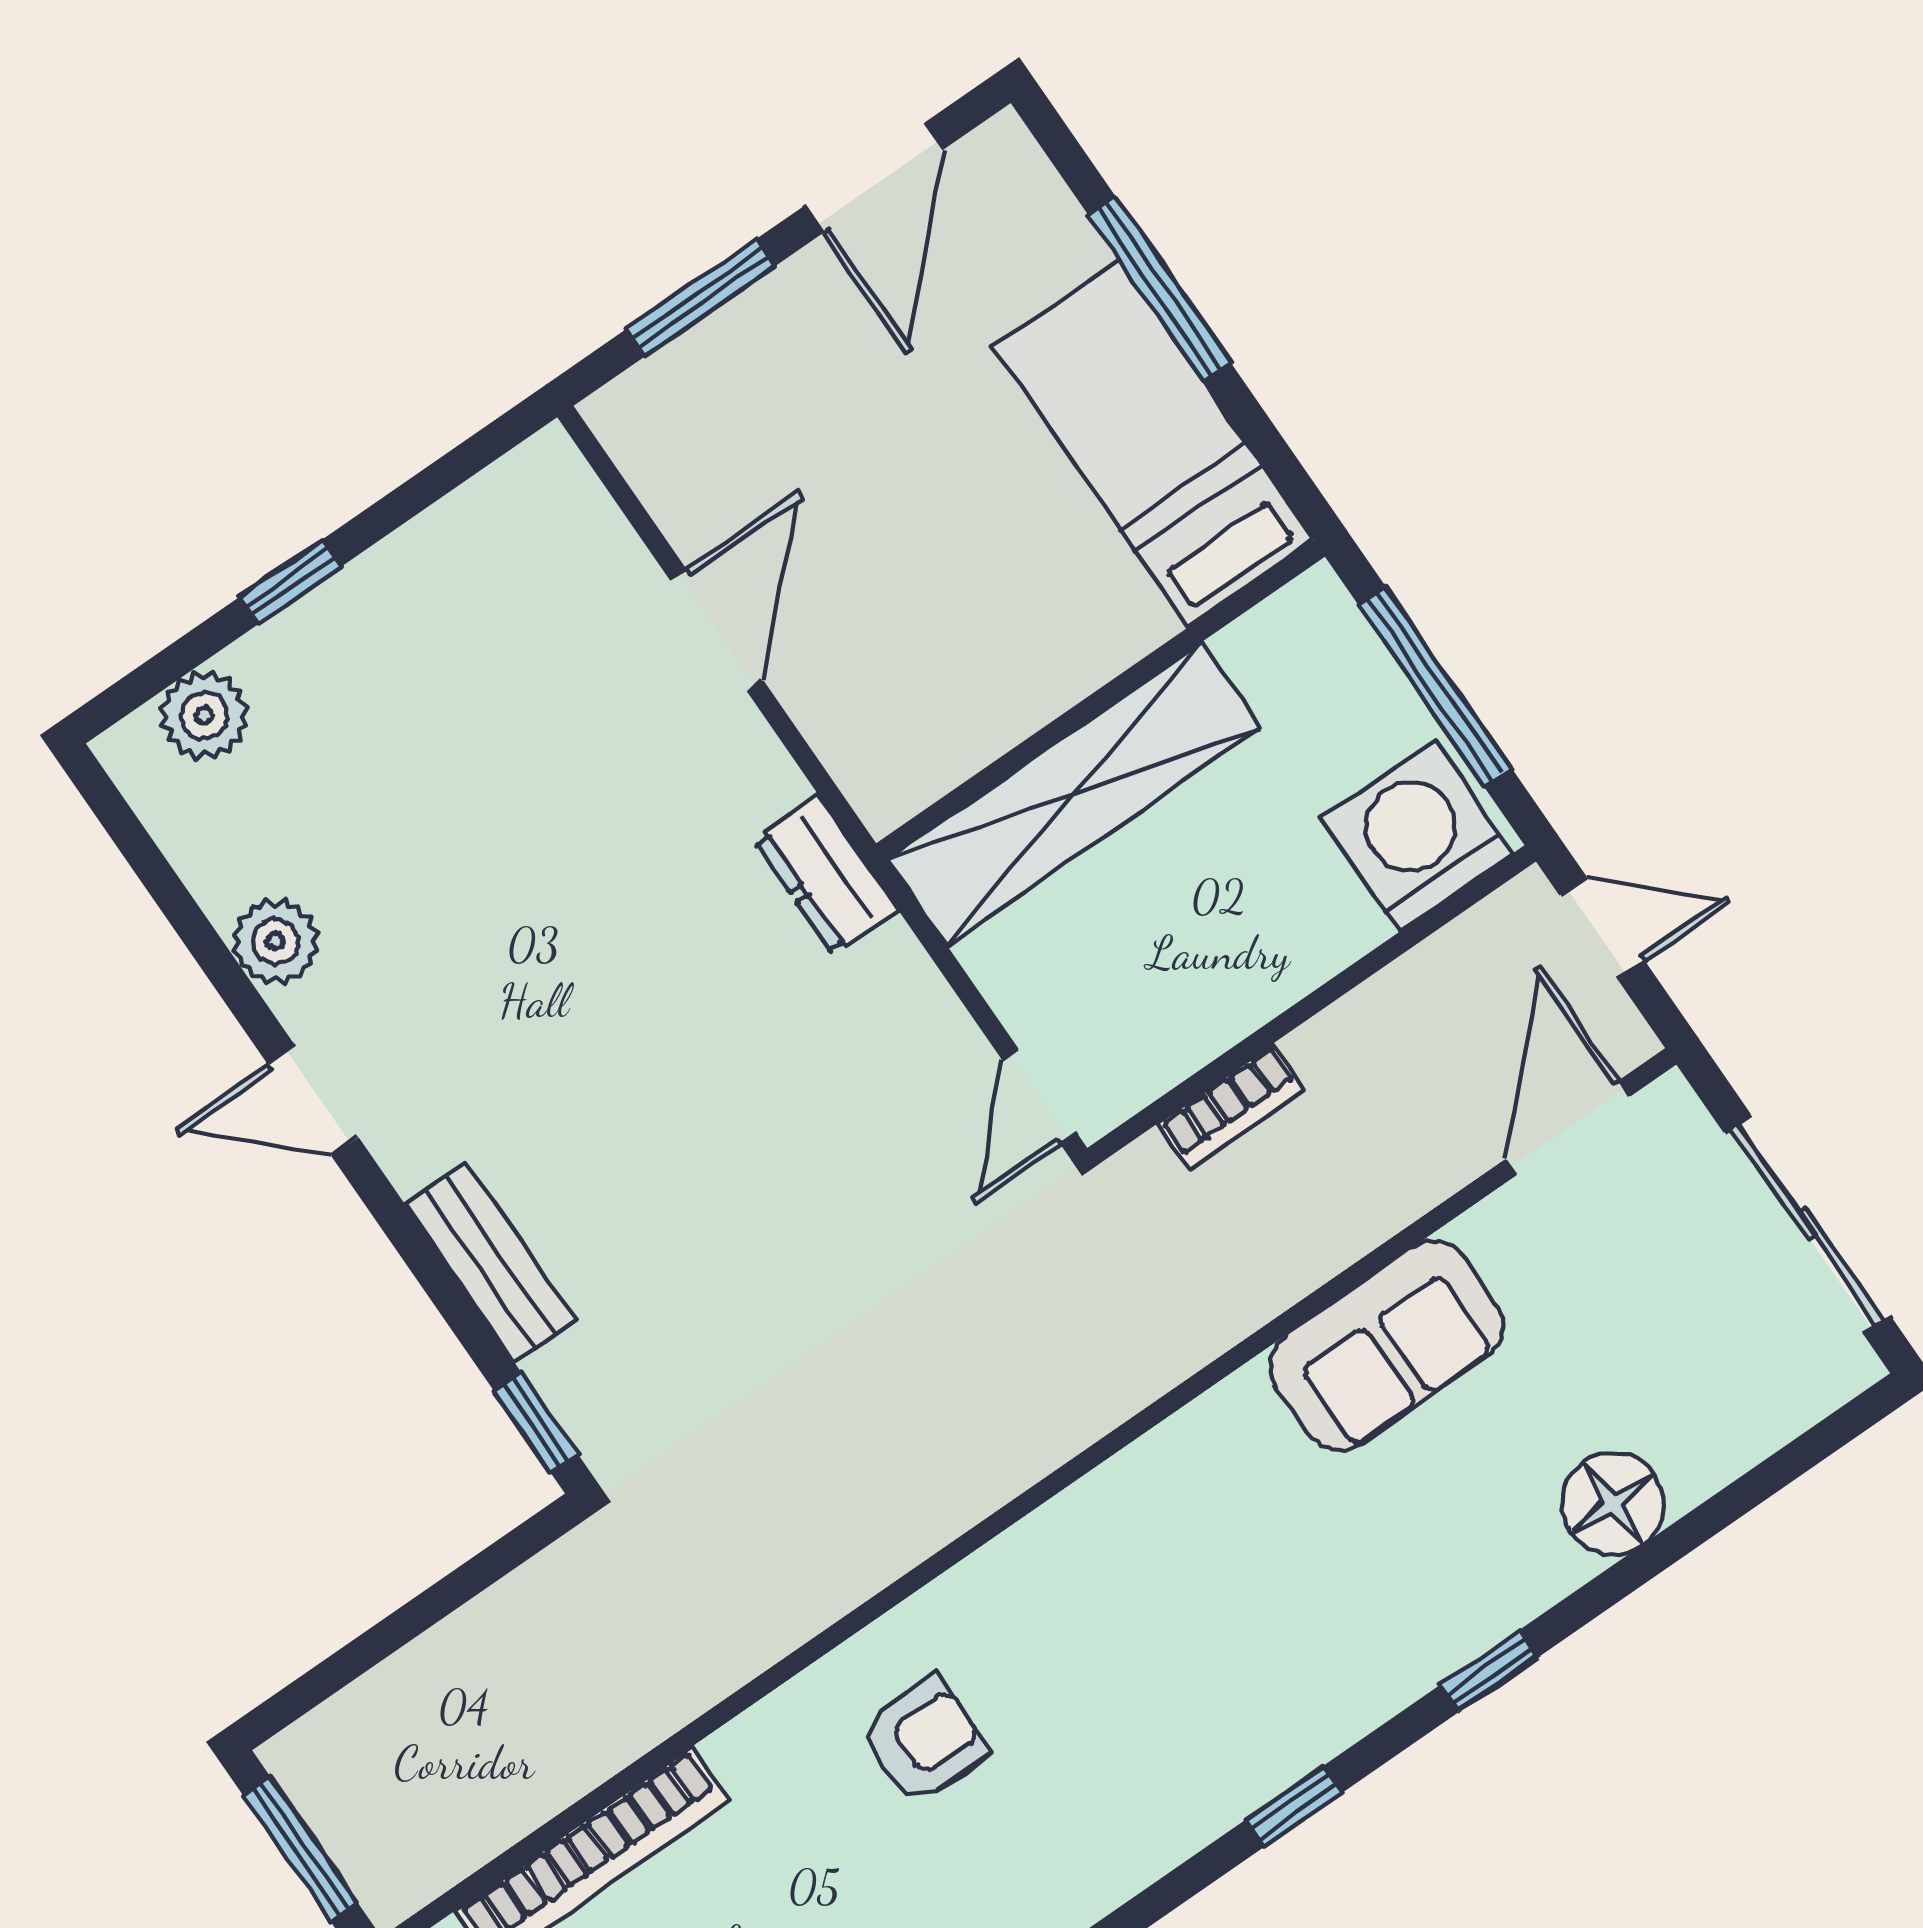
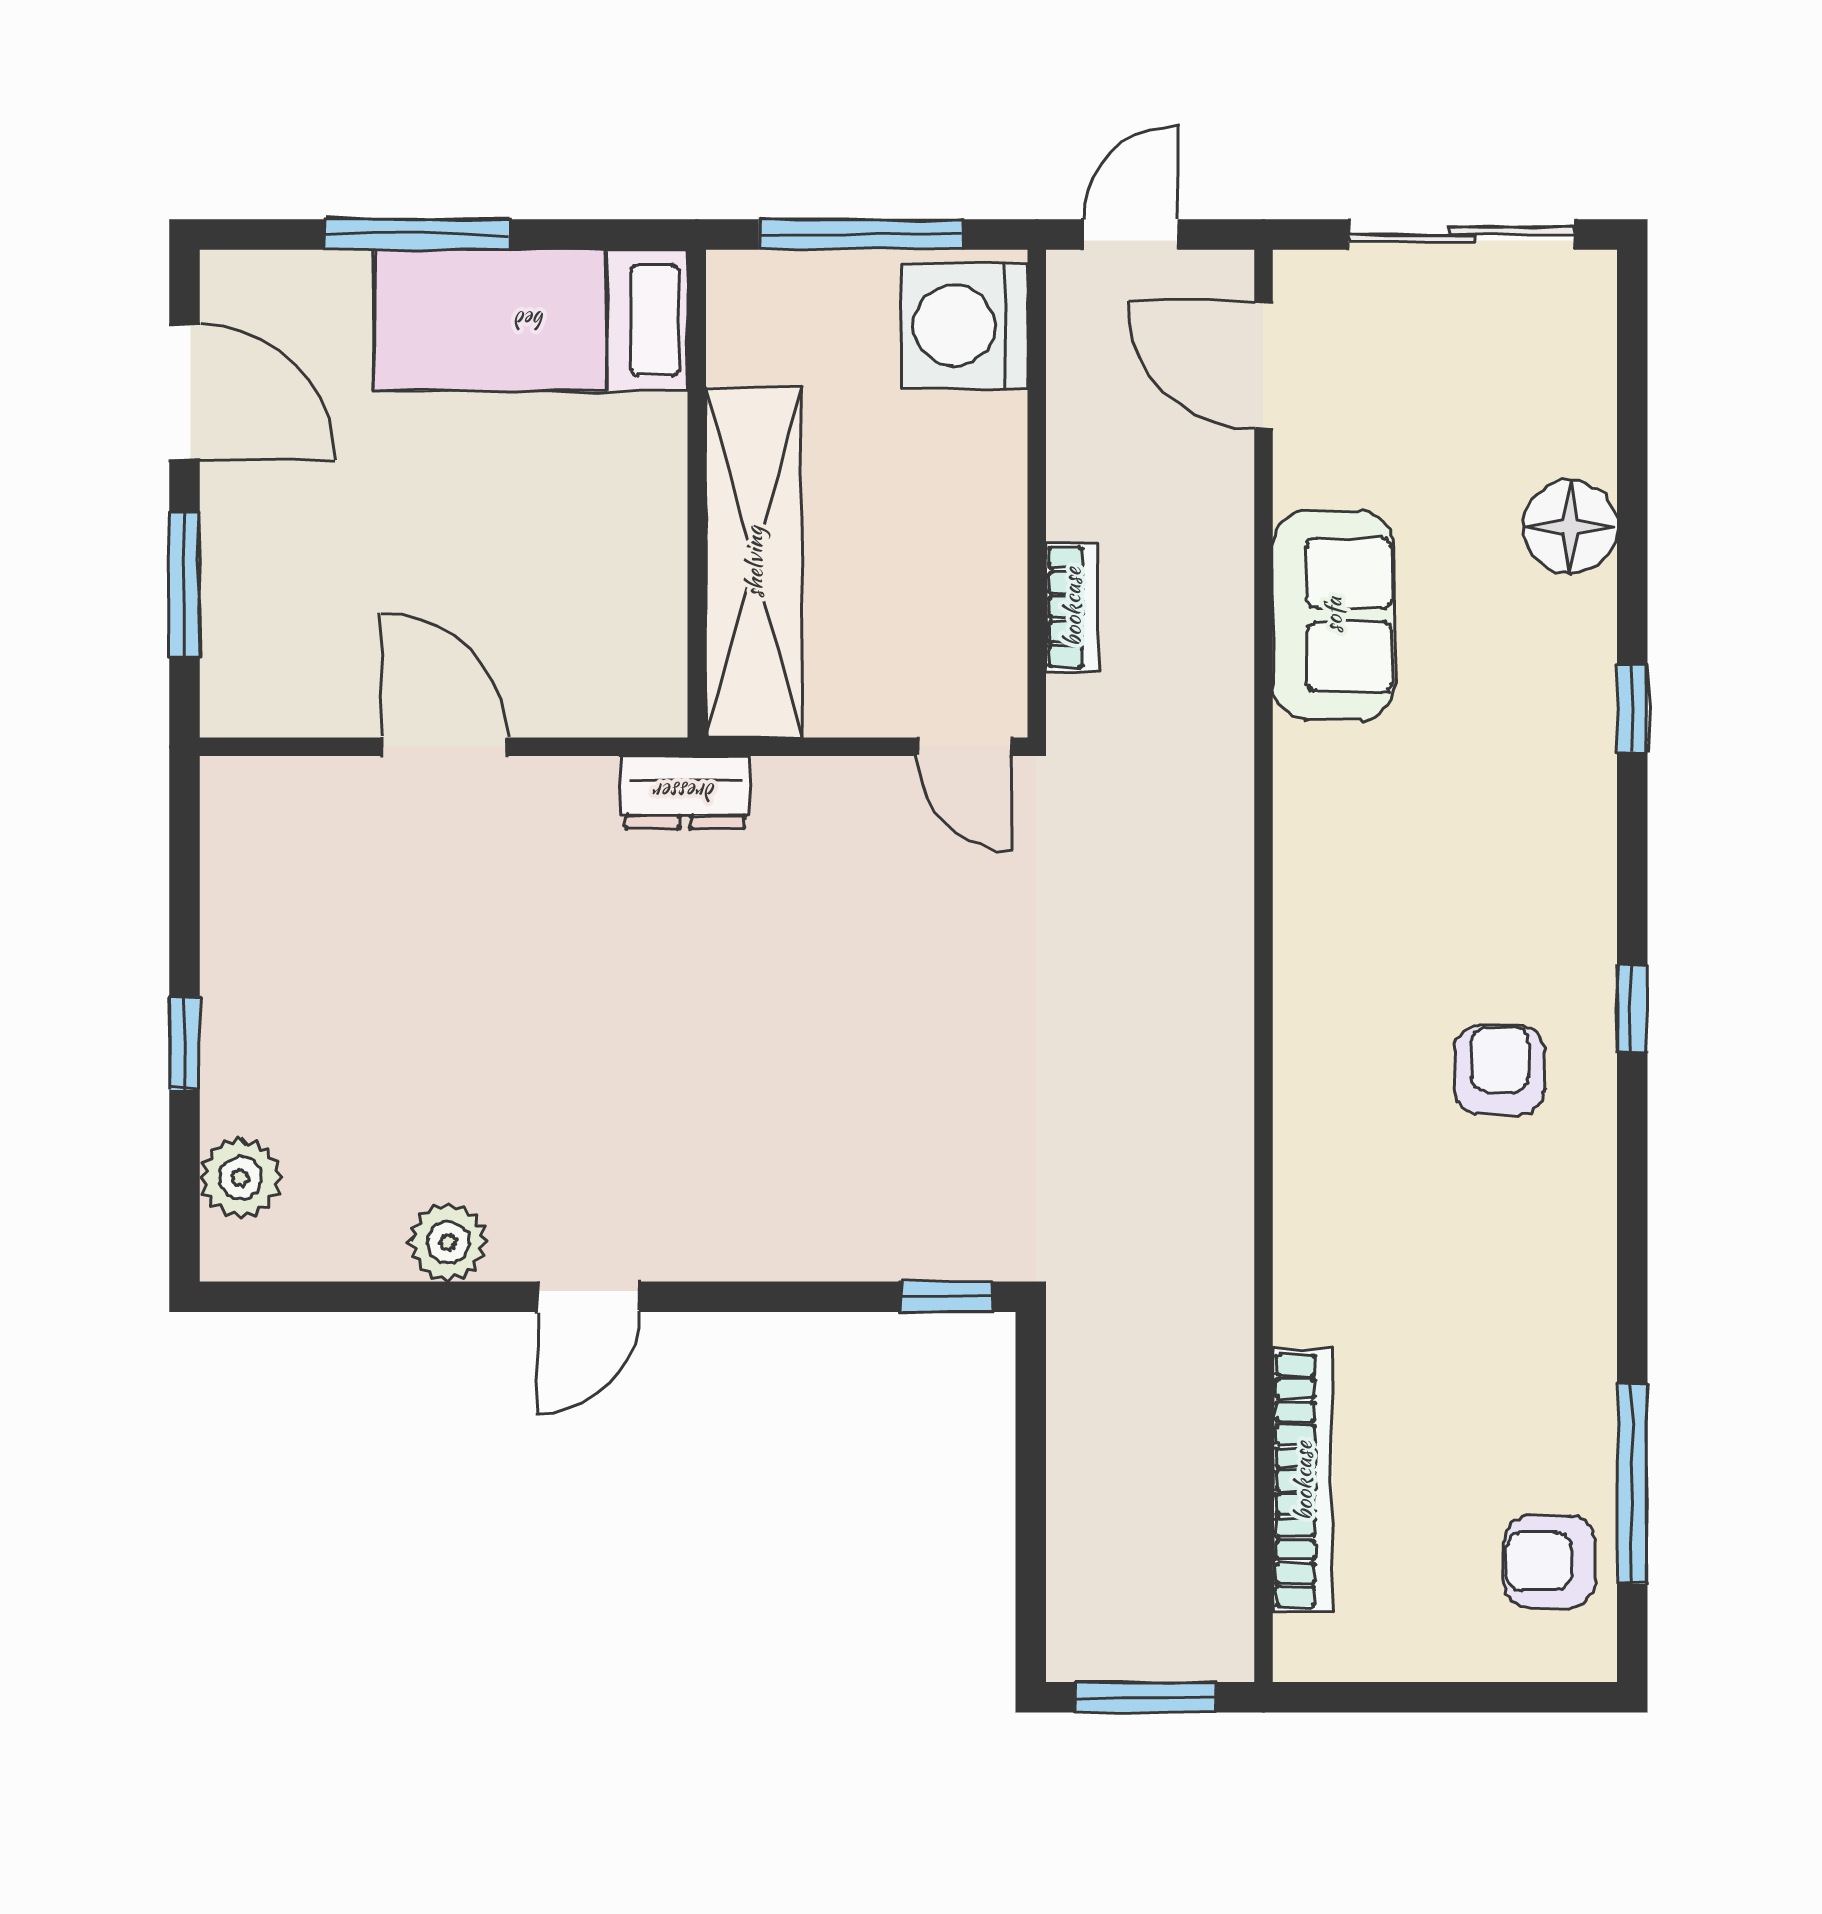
bench: (490, 1263) -> (803, 1248), removed
armchair: (924, 1740) -> (1500, 1070), moved
window: (1294, 1806) -> (1632, 1008), moved

